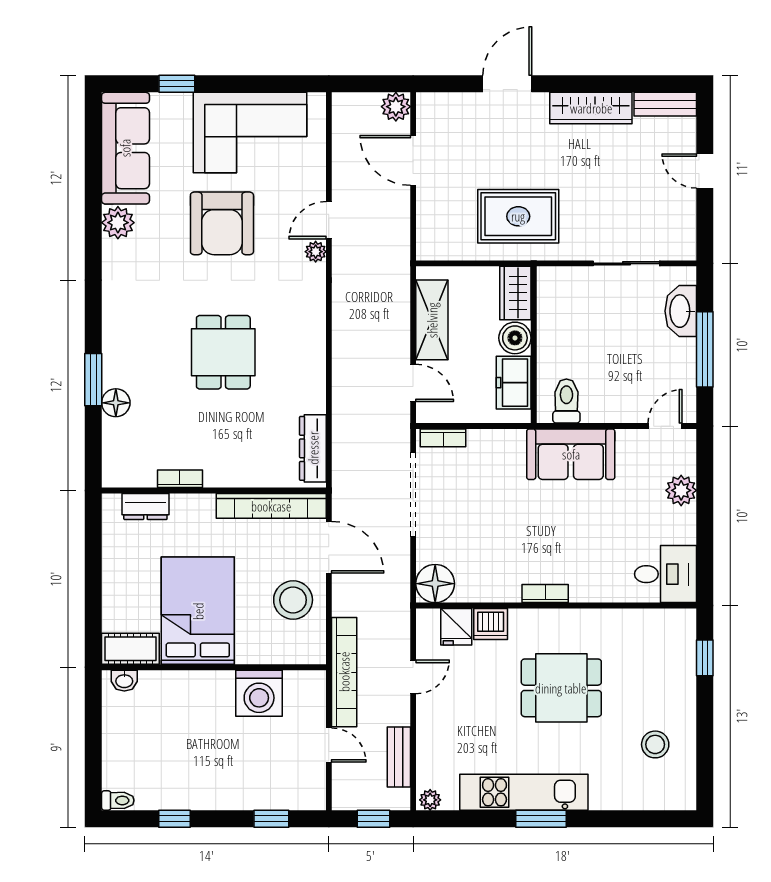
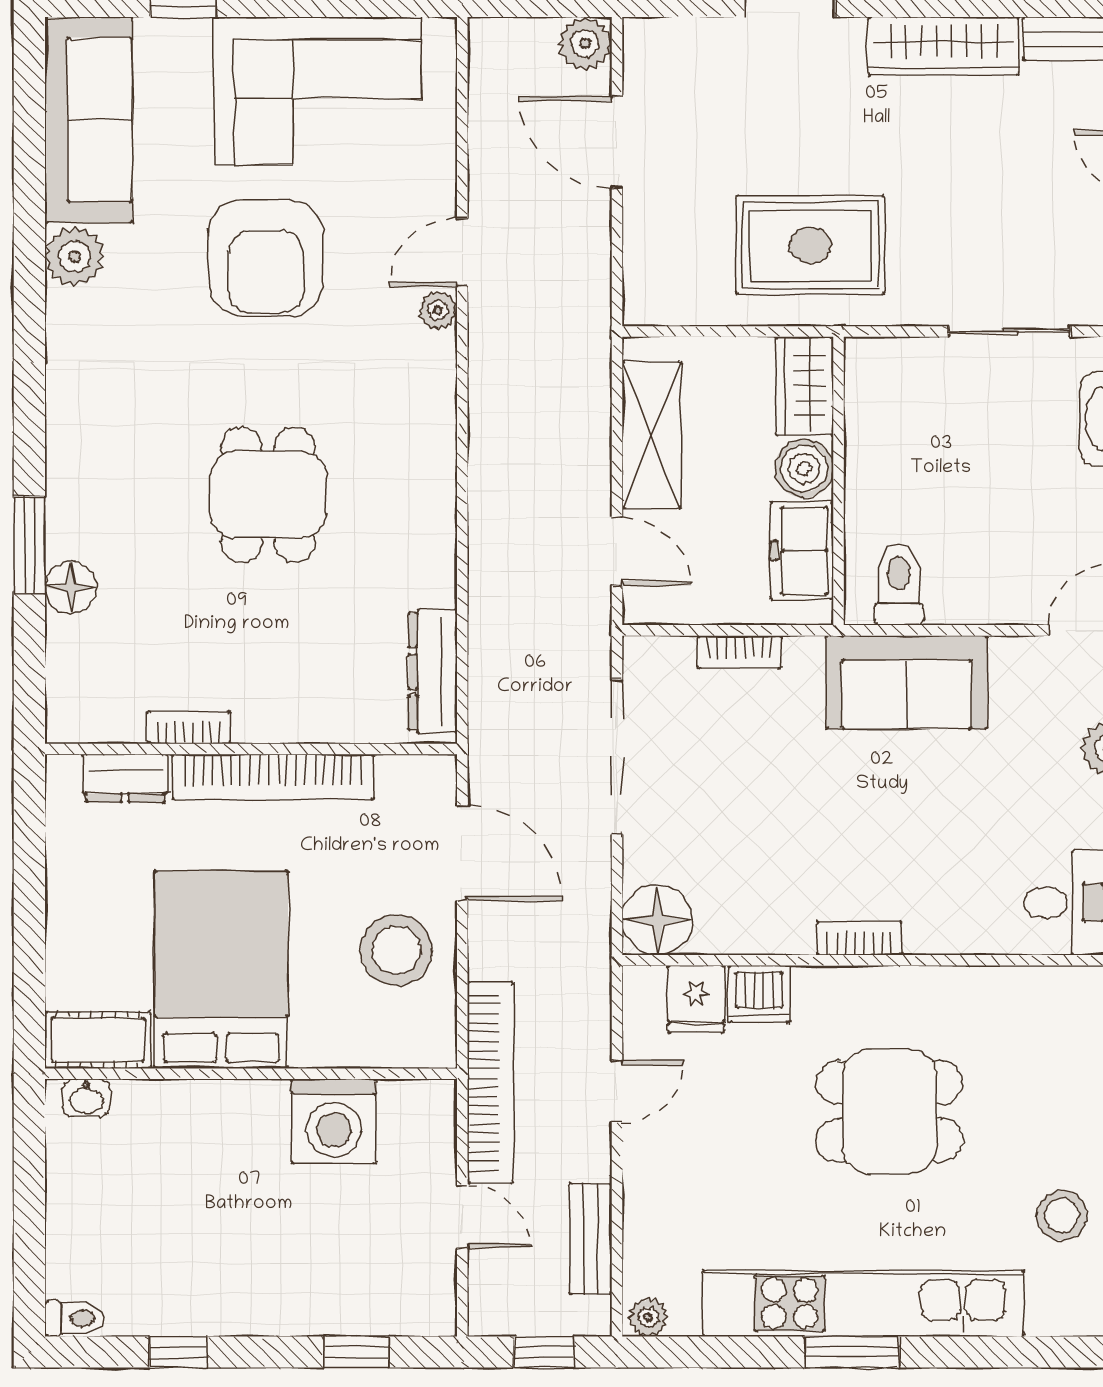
bookcase: (443, 438) -> (739, 652), moved
bookcase: (271, 506) -> (273, 777), moved
kitchen unit: (524, 792) -> (863, 1303), width x1.36

